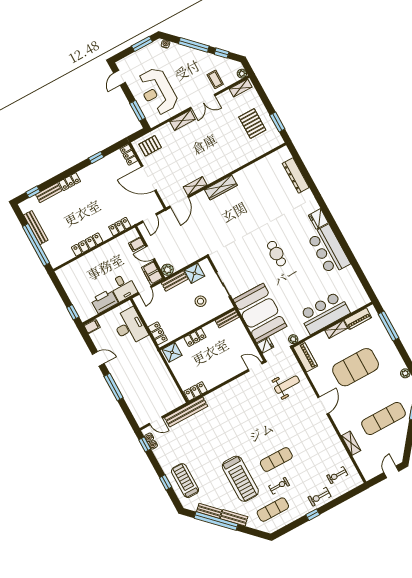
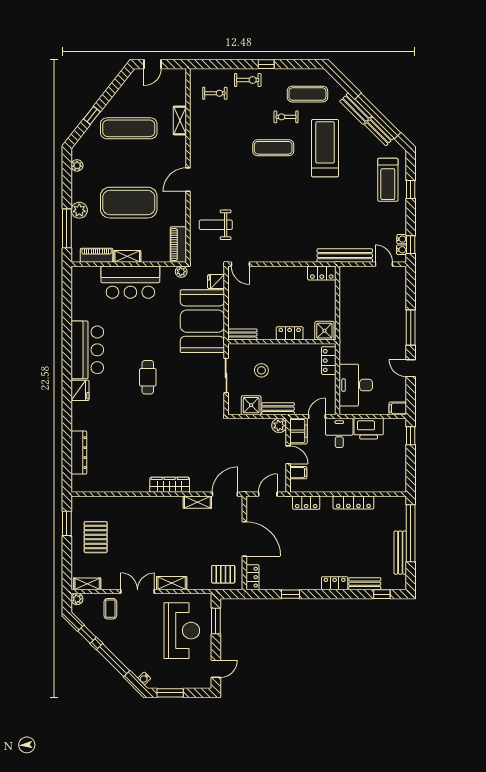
plant: (387, 343) -> (79, 210), added

